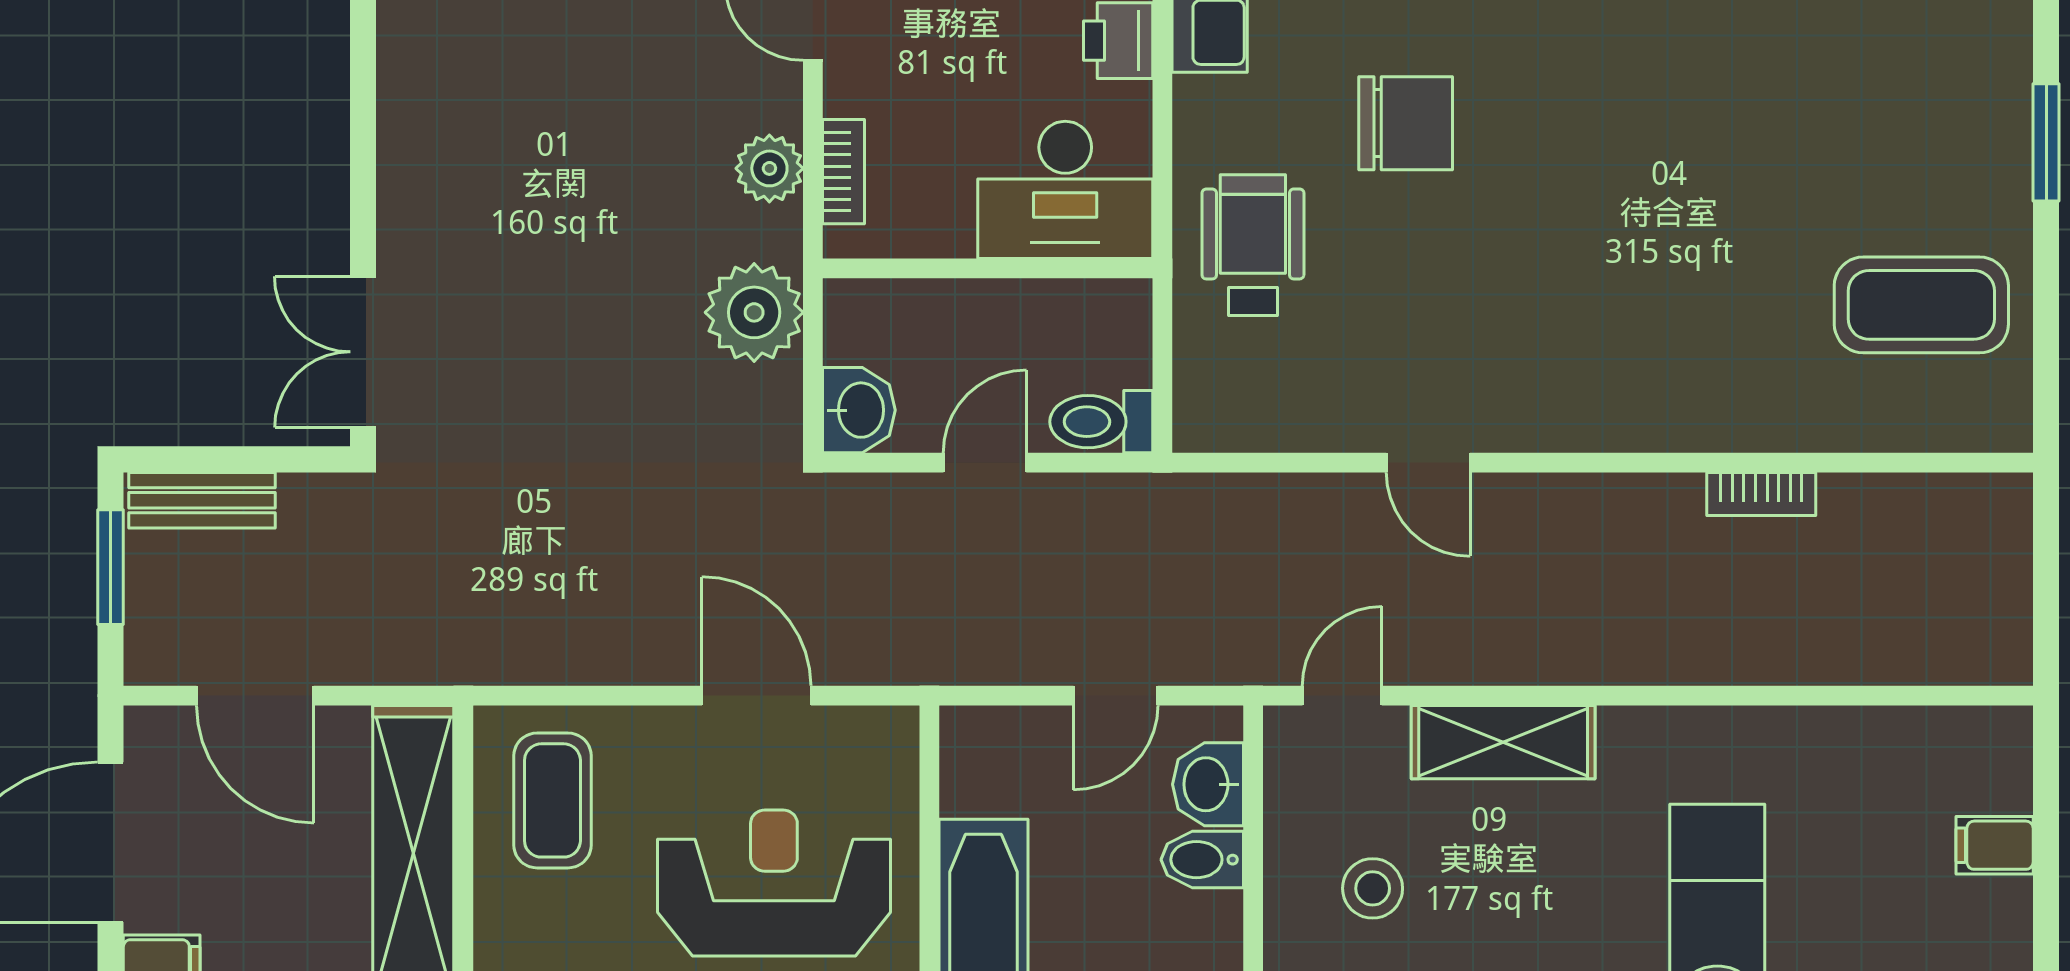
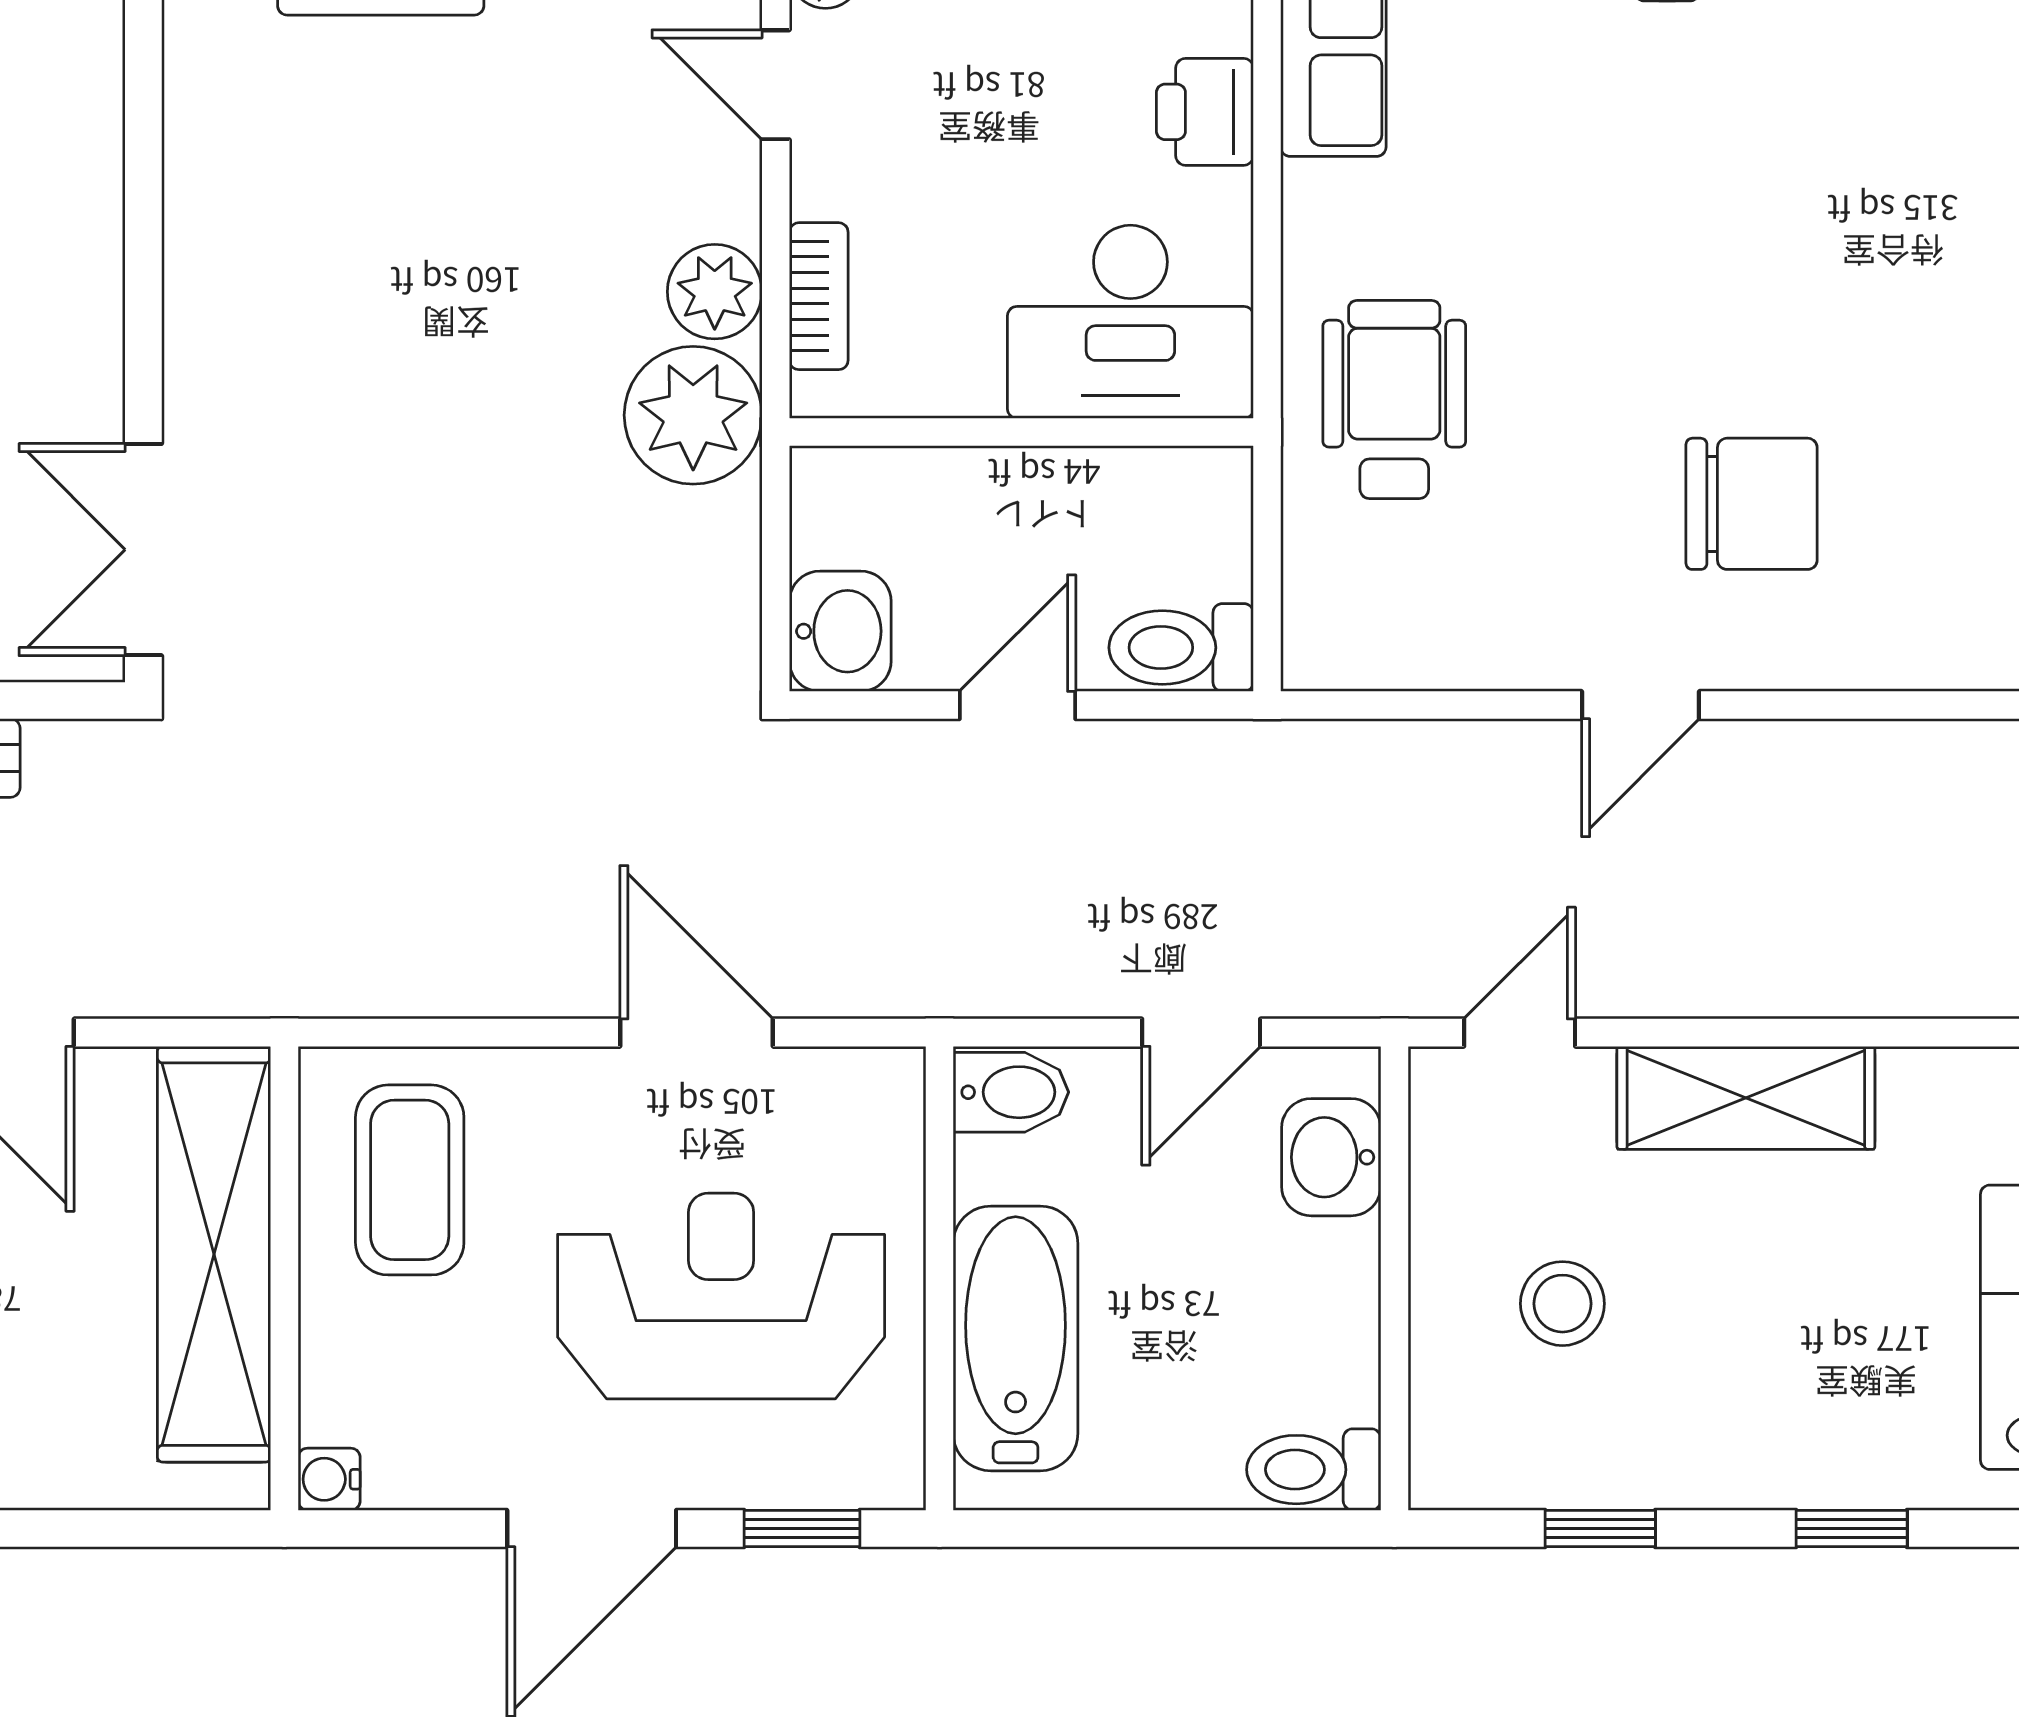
chair: (1406, 123) -> (1752, 504), moved
plant: (754, 312) -> (693, 415), moved
door: (1428, 463) -> (1640, 705), hinge flipped
bidet: (1202, 860) -> (1011, 1092), moved, turned 180

